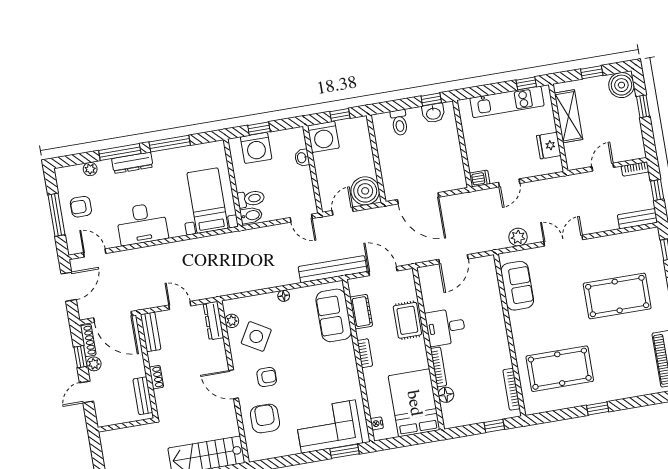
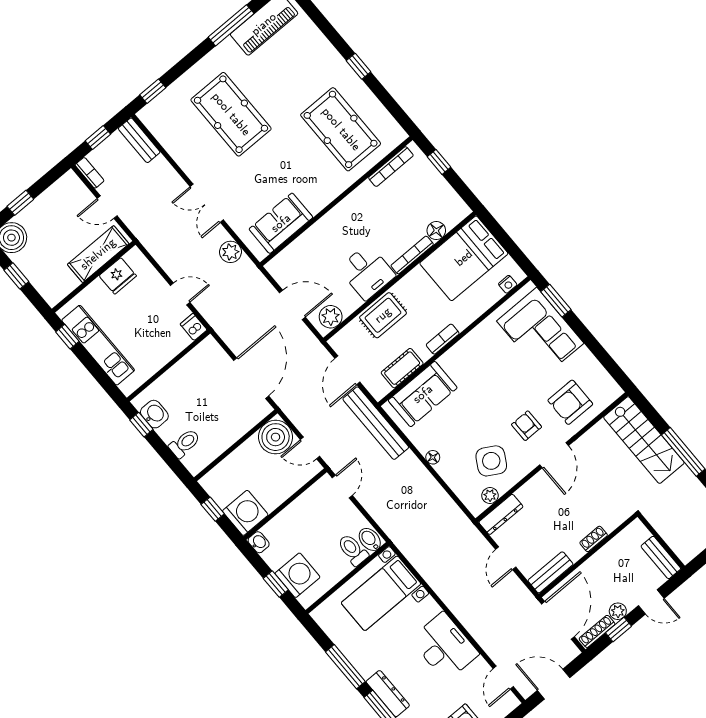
shelving: (569, 116) -> (98, 254), moved
washbasin: (302, 158) -> (259, 542), moved, turned -90
plant: (429, 282) -> (331, 317), added
bench: (143, 396) -> (661, 557), moved, turned 90

